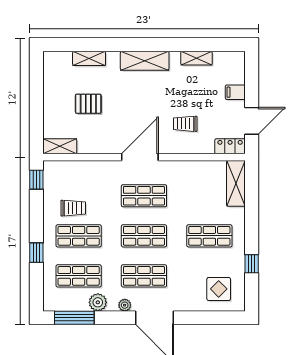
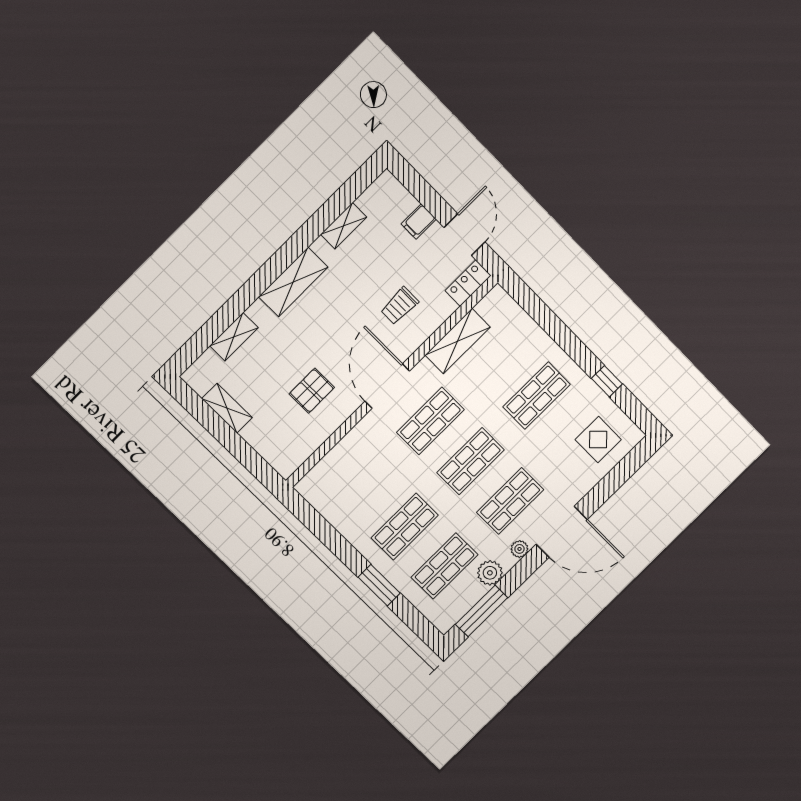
pallet: (88, 104) -> (312, 391), moved
shelving: (60, 146) -> (227, 408), moved, turned 90
window: (36, 180) -> (305, 513), removed
shelving: (236, 183) -> (458, 341), moved, turned 90
trolley: (73, 208) -> (371, 504), removed
window: (36, 253) -> (379, 585), width x1.50

